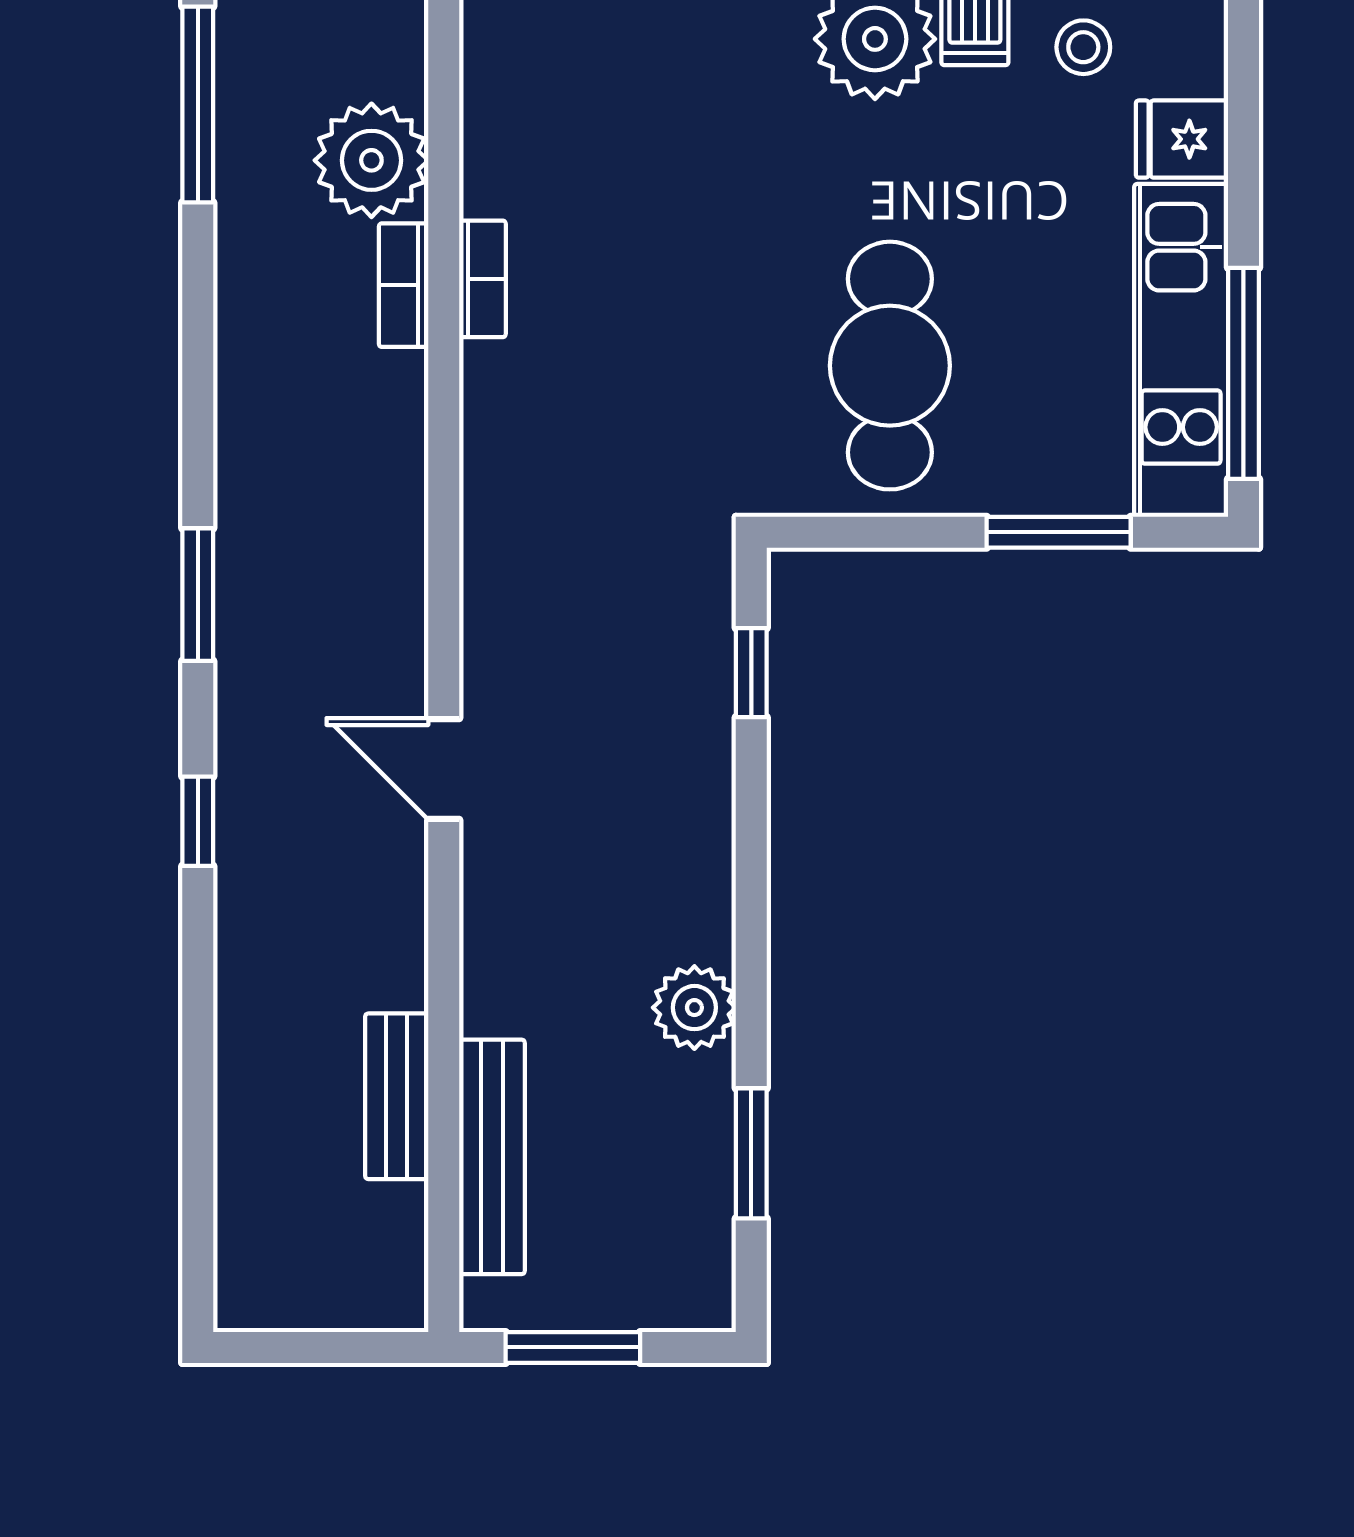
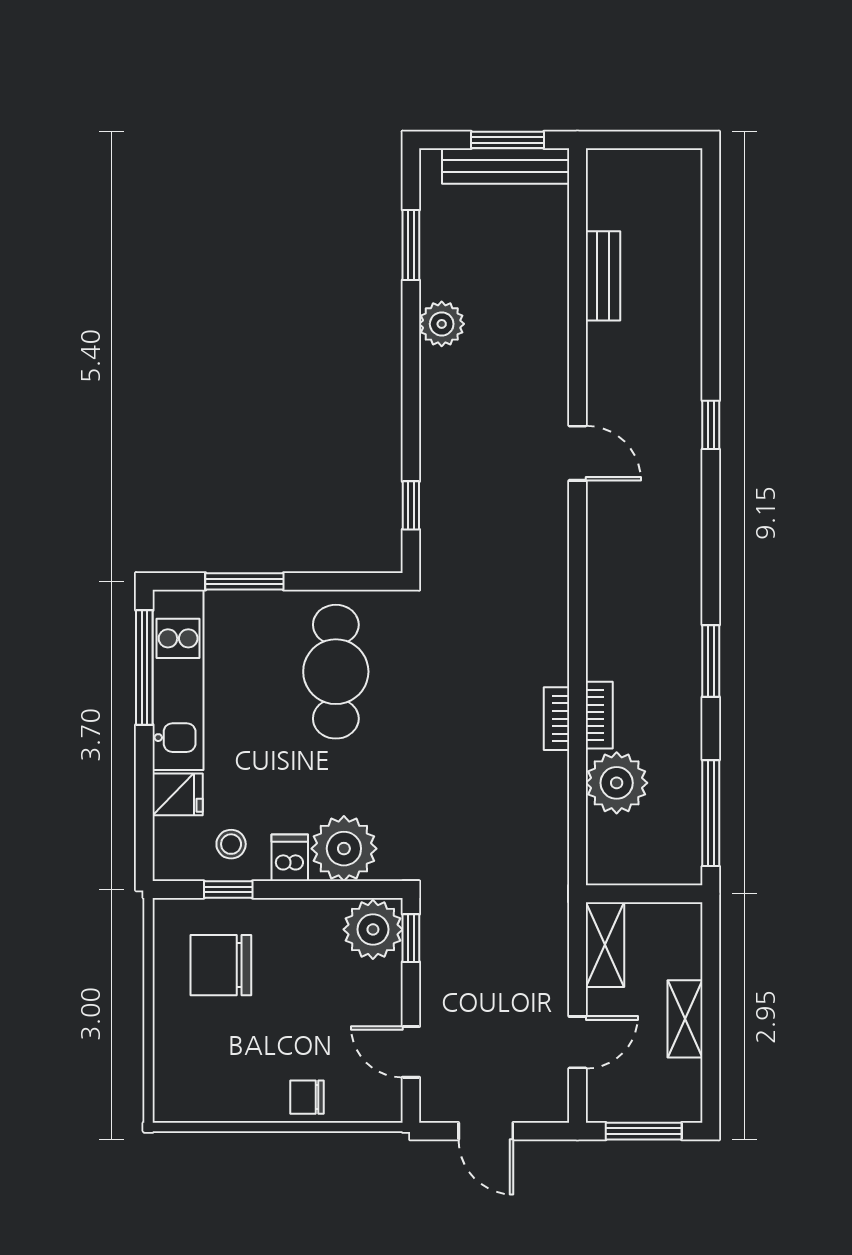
window: (198, 595) -> (711, 661), moved
bench: (492, 1157) -> (506, 166), moved, turned 90

